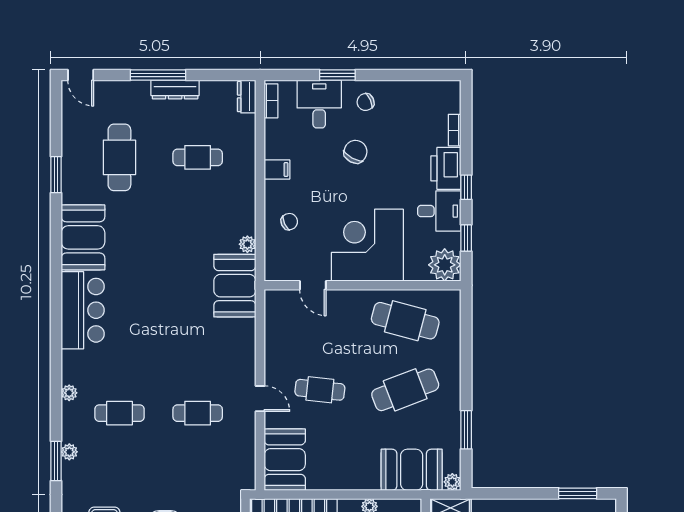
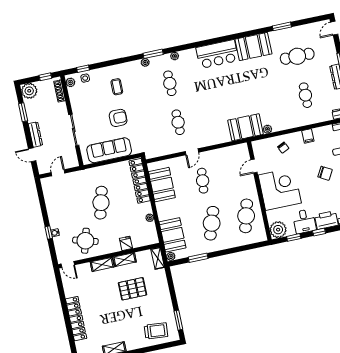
cafe table: (405, 390) -> (212, 223), turned 39
booth: (285, 460) -> (162, 185), moved, turned 90
window: (56, 461) -> (153, 54), moved

